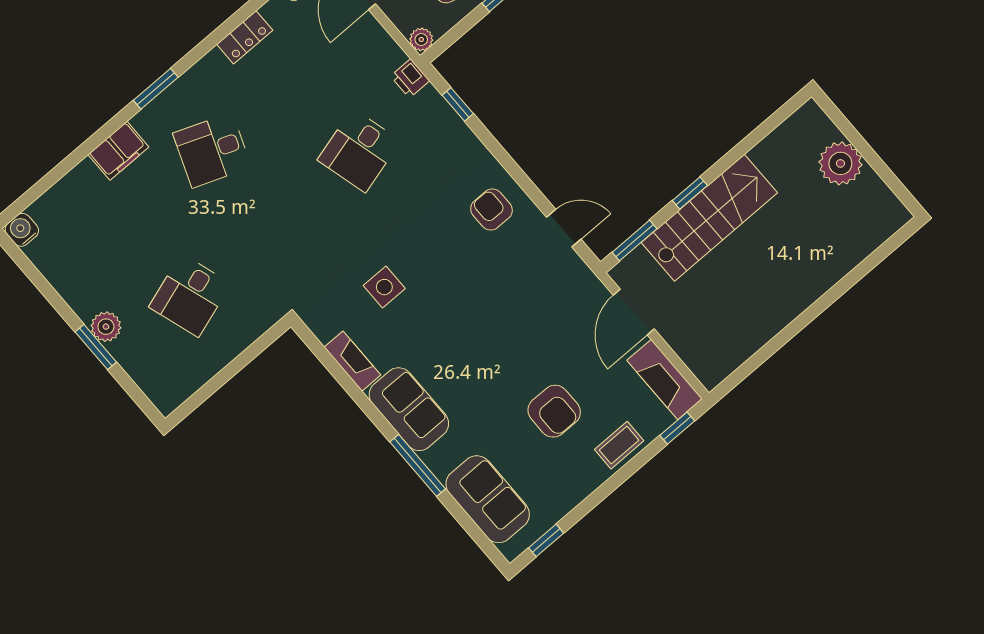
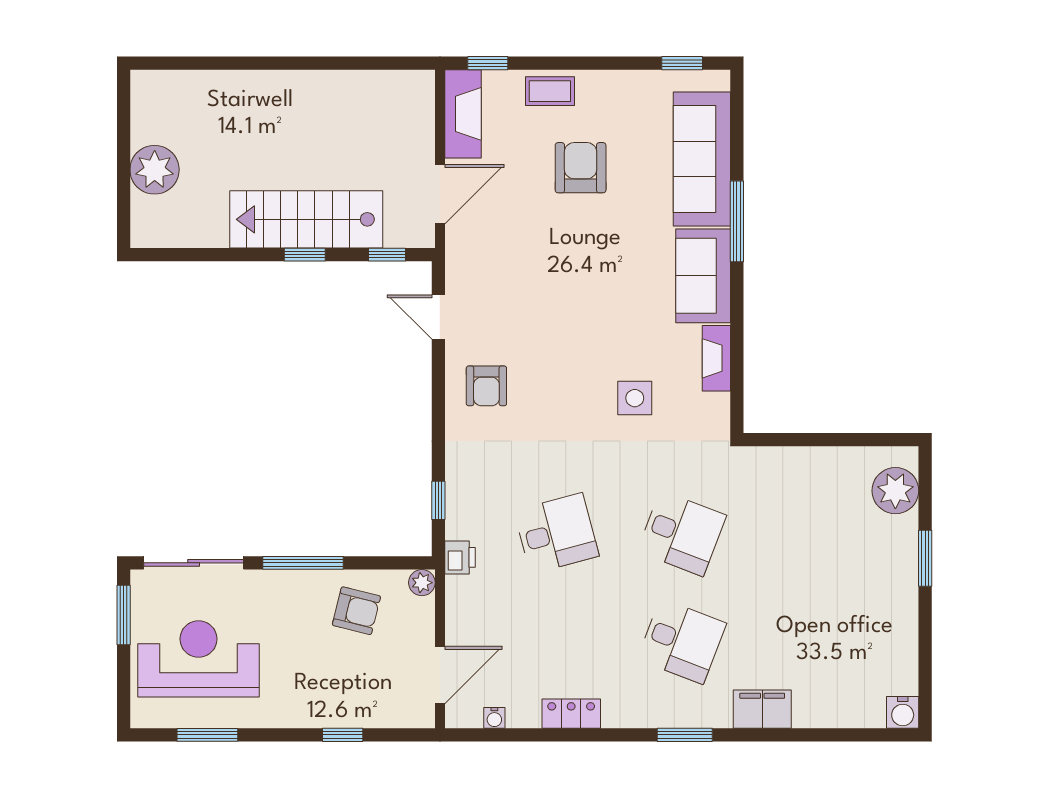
window: (634, 241) -> (387, 255), width x0.67
desk: (190, 295) -> (682, 533), moved, turned 39
plant: (106, 327) -> (895, 491), moved, width x1.36, depth x1.36
sofa: (488, 499) -> (702, 159), width x1.36

